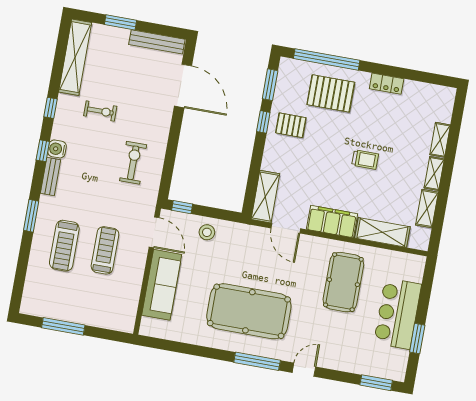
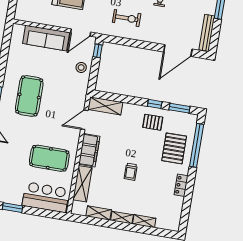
pallet: (291, 125) -> (153, 122), turned 90
pool table: (249, 311) -> (29, 96), width x0.73, depth x0.76
bar counter: (398, 314) -> (46, 197), moved

